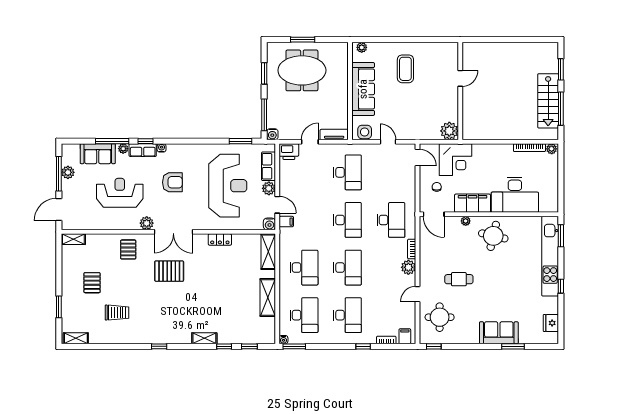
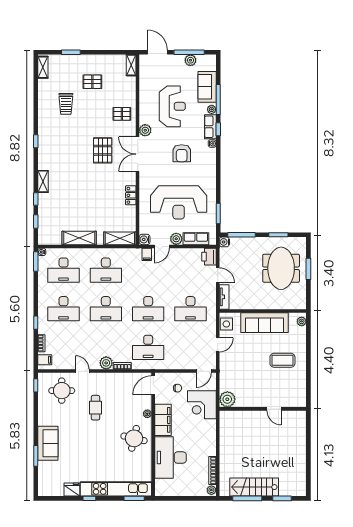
fridge: (551, 323) -> (72, 490), moved

